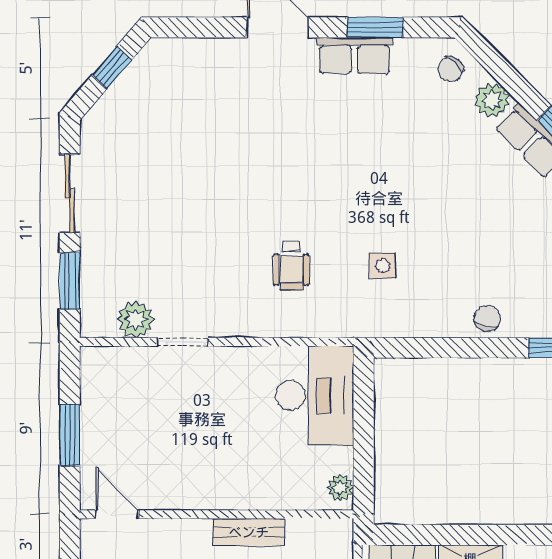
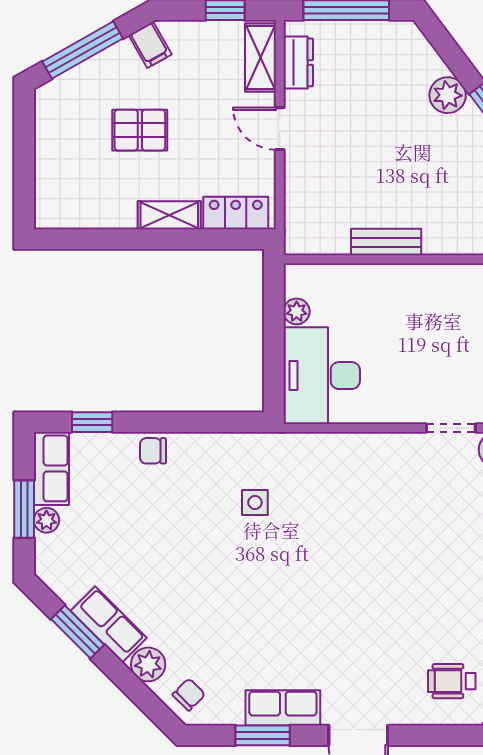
wheelchair: (291, 266) -> (452, 681), moved, turned -90
chair: (487, 318) -> (153, 451), turned 79
plant: (340, 487) -> (297, 311), moved

